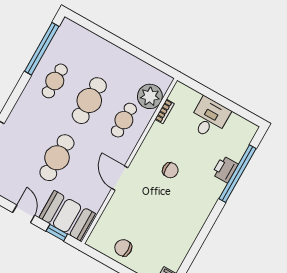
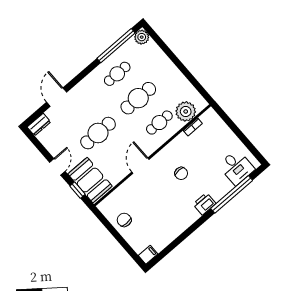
plant: (68, 28) -> (142, 37), added
desk: (209, 118) -> (236, 167), moved, turned 90
printer: (225, 169) -> (204, 204), moved

